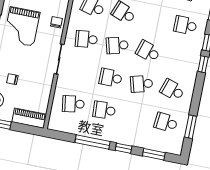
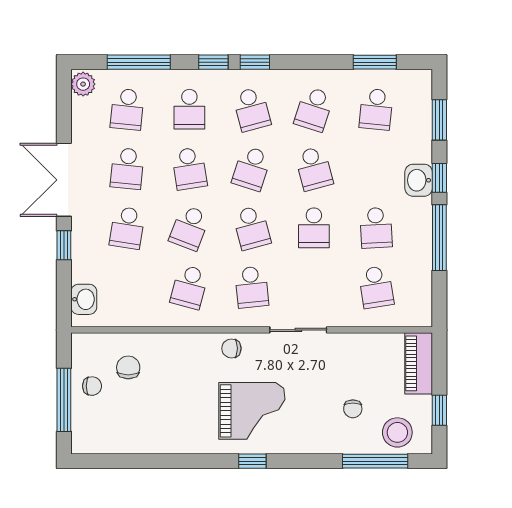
school desk: (154, 19) -> (189, 169), added
school desk: (179, 58) -> (252, 109), added
washbasin: (125, 137) -> (419, 180), added

